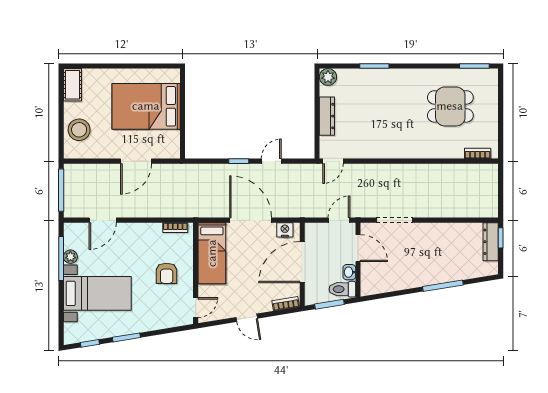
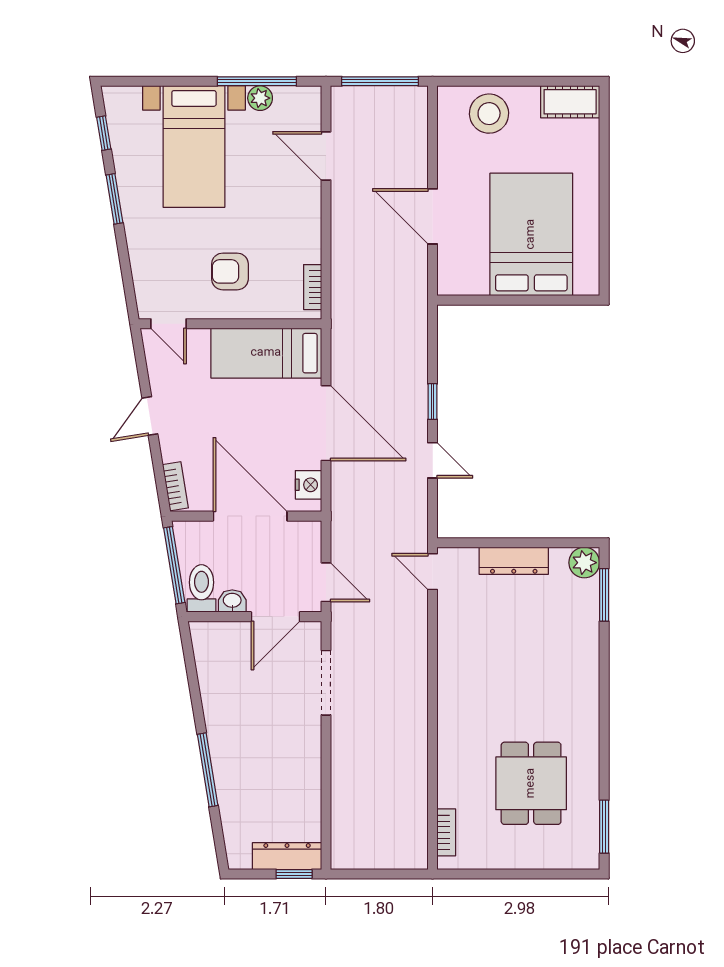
window: (374, 66) -> (604, 595), moved
door: (251, 220) -> (326, 423), hinge flipped
window: (329, 304) -> (174, 565), width x1.44

